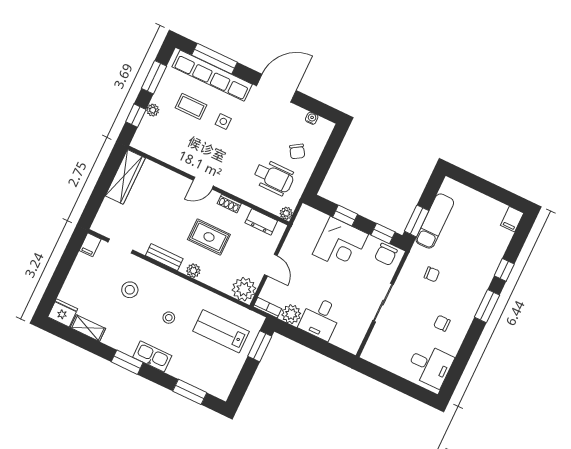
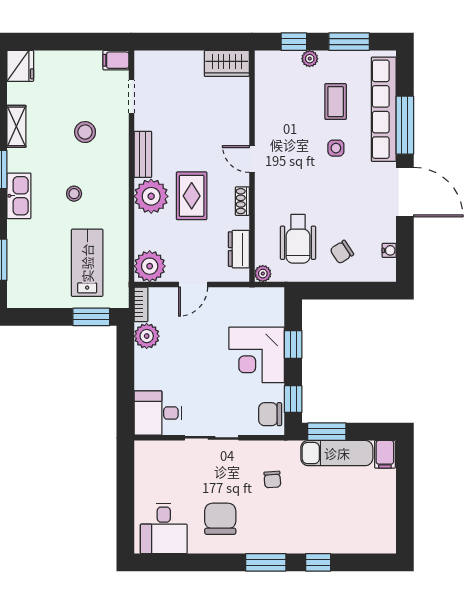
window: (214, 59) -> (405, 125), moved
wardrobe: (125, 177) -> (227, 63), width x0.67
filing cabinet: (512, 219) -> (385, 454), moved, turned -90
plant: (193, 271) -> (151, 196), width x1.87, depth x1.87
desk: (320, 318) -> (158, 413), moved
chair: (442, 323) -> (220, 519), width x1.87, depth x1.87
shelving: (88, 328) -> (16, 126), moved

